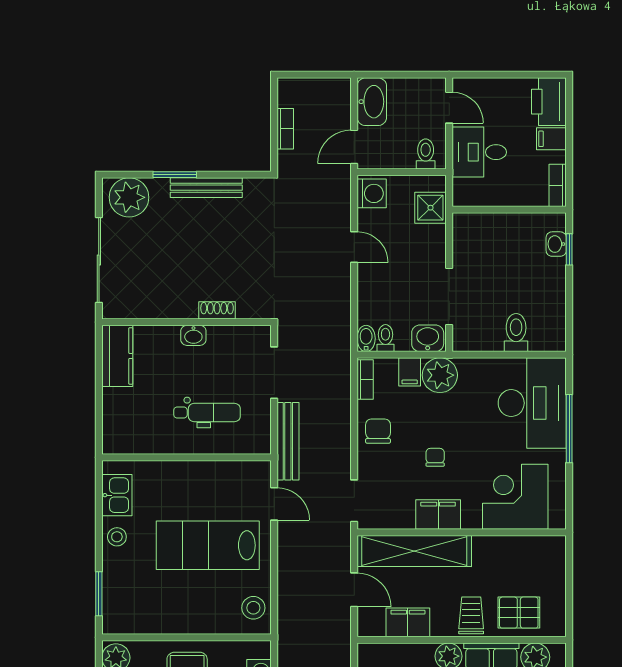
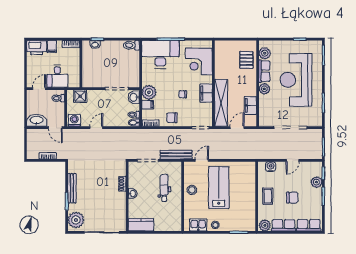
toilet: (516, 333) -> (131, 45), moved
lab bench: (208, 545) -> (219, 188), turned 180
stool: (253, 608) -> (192, 190), moved
trolley: (471, 615) -> (248, 79), removed

